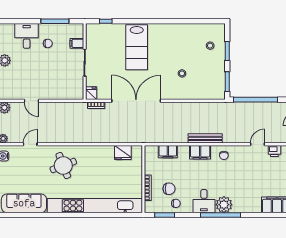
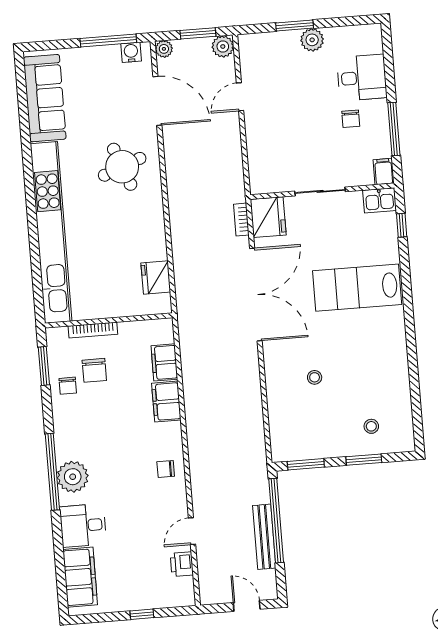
kitchen sink: (92, 32) -> (380, 200), added
filing cabinet: (77, 43) -> (384, 172), moved
fridge: (91, 93) -> (268, 217), width x1.88, depth x1.34
bench: (205, 138) -> (264, 537), moved
door: (30, 144) -> (157, 101), width x1.88
door: (258, 144) -> (192, 531), swing flipped
filing cabinet: (200, 152) -> (166, 402), moved
desk: (204, 201) -> (83, 525), moved

